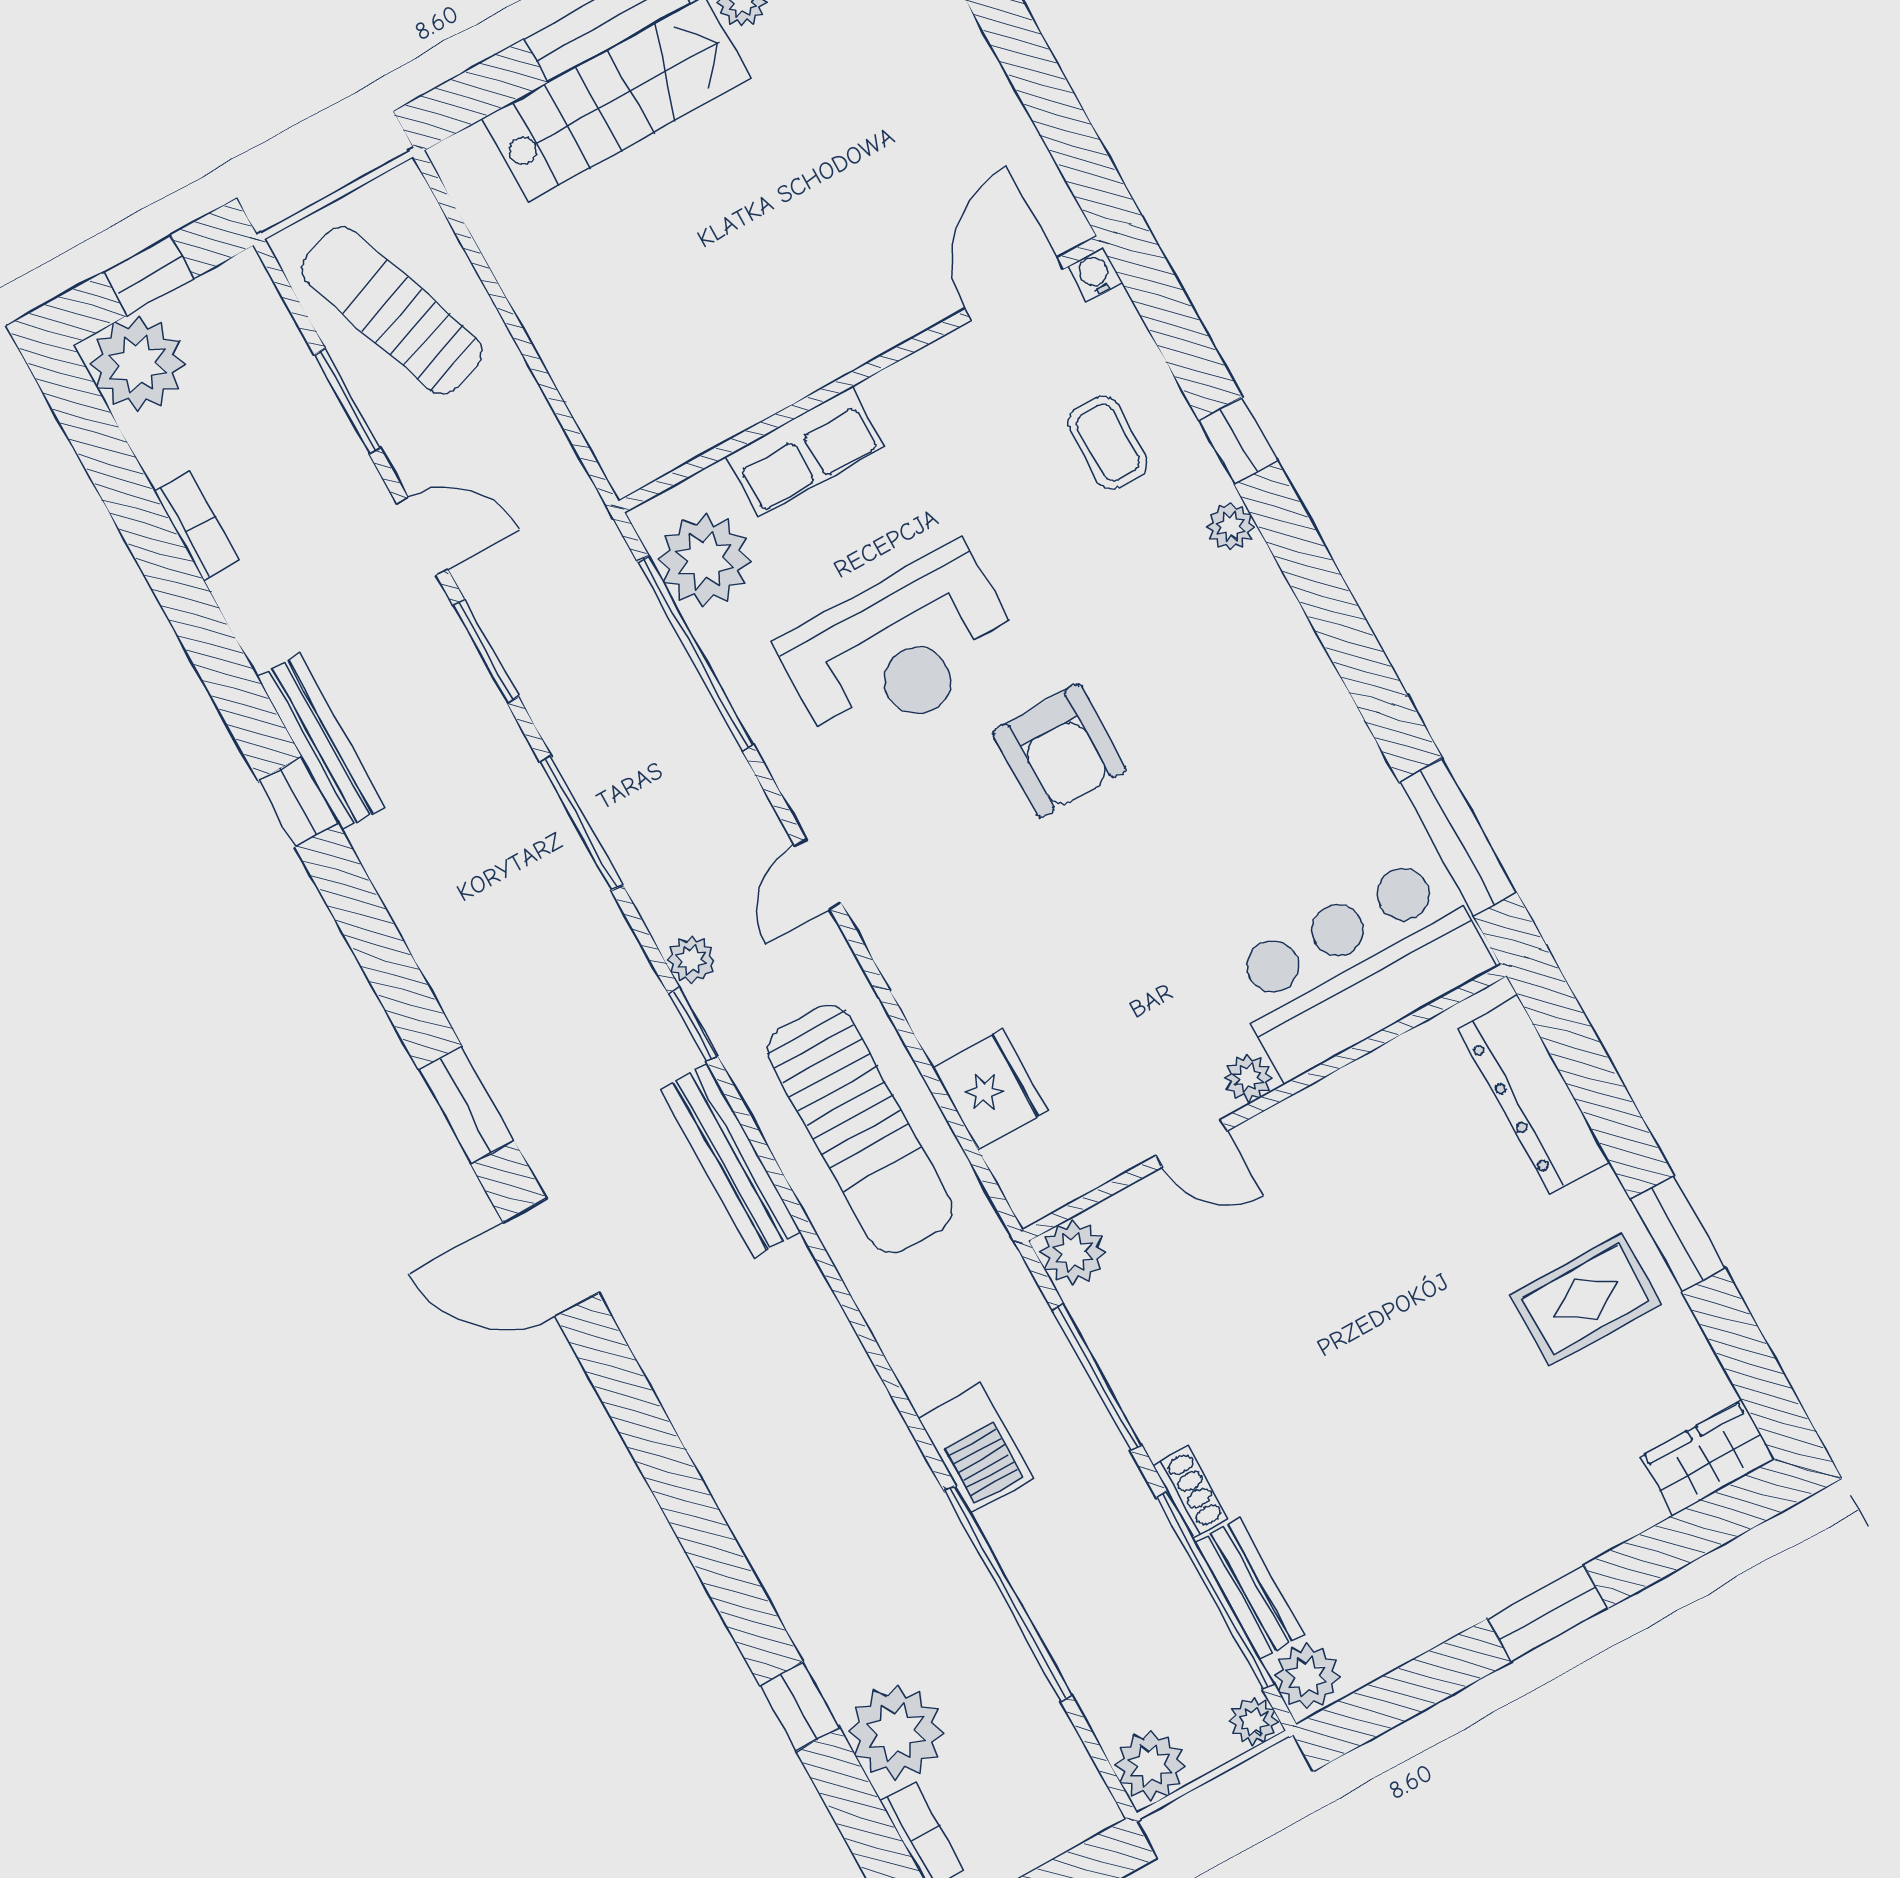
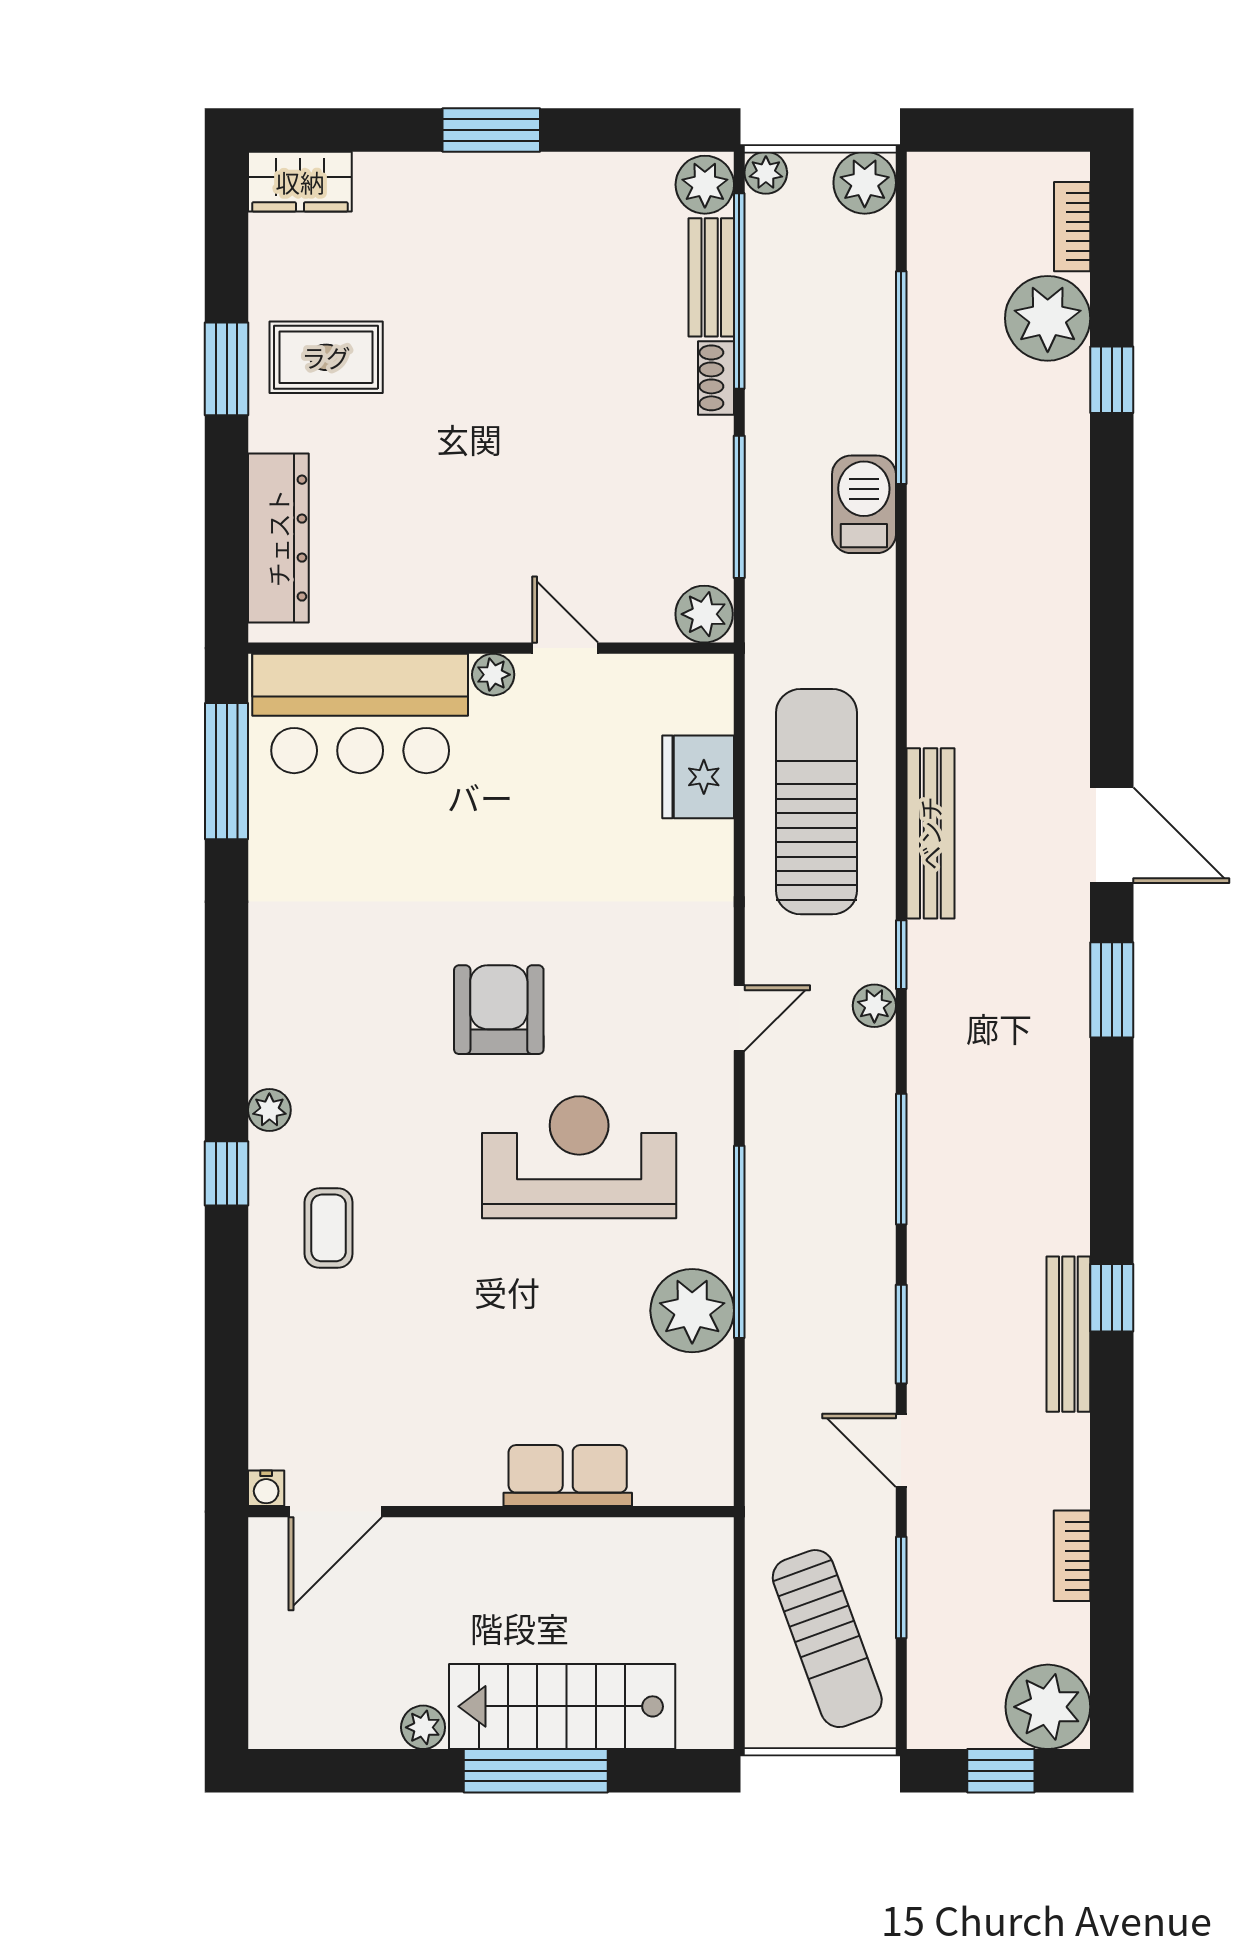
water cooler: (1095, 274) -> (266, 1488), moved
door: (1014, 289) -> (335, 1512), moved
wall: (861, 374) -> (491, 1512), moved
row of seats: (805, 452) -> (568, 1476), moved

